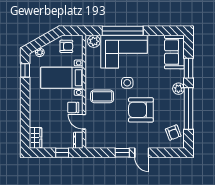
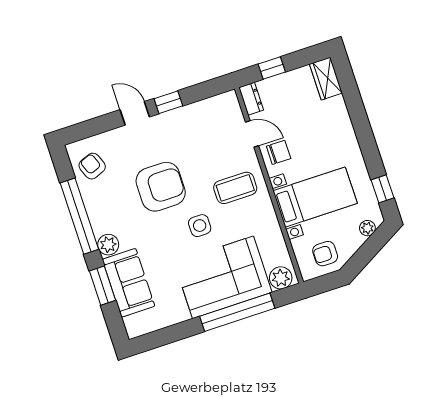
sofa: (174, 52) -> (128, 283), moved

